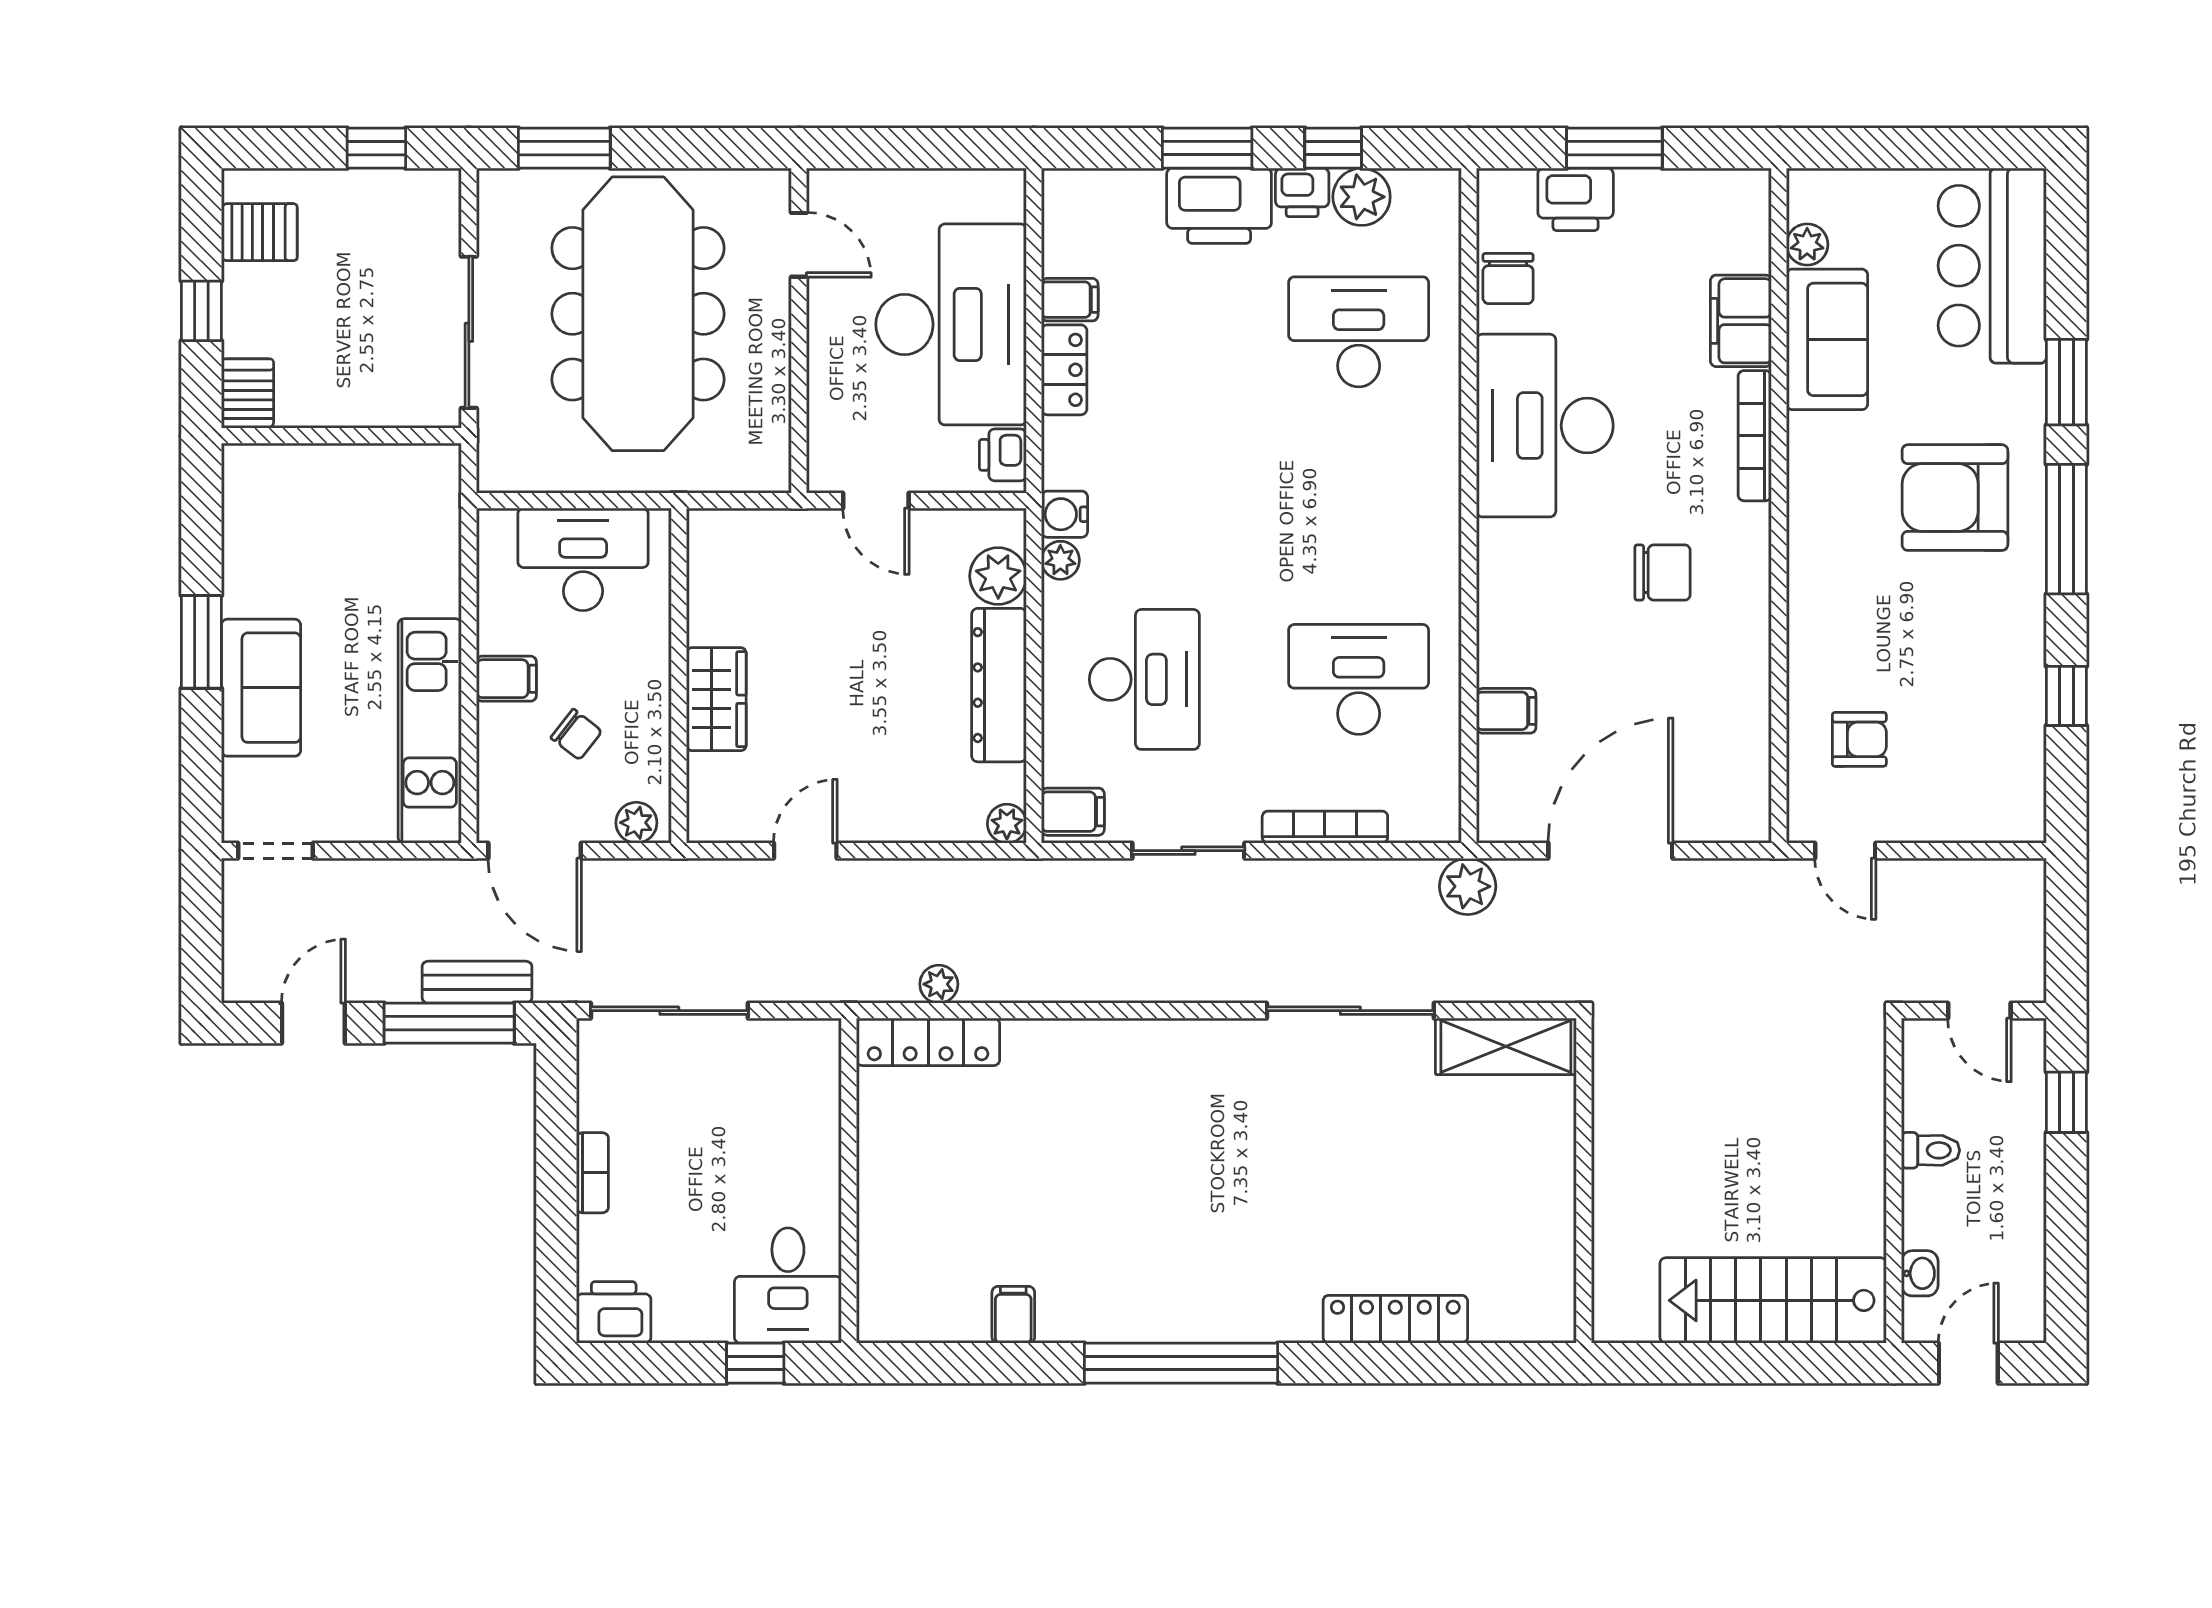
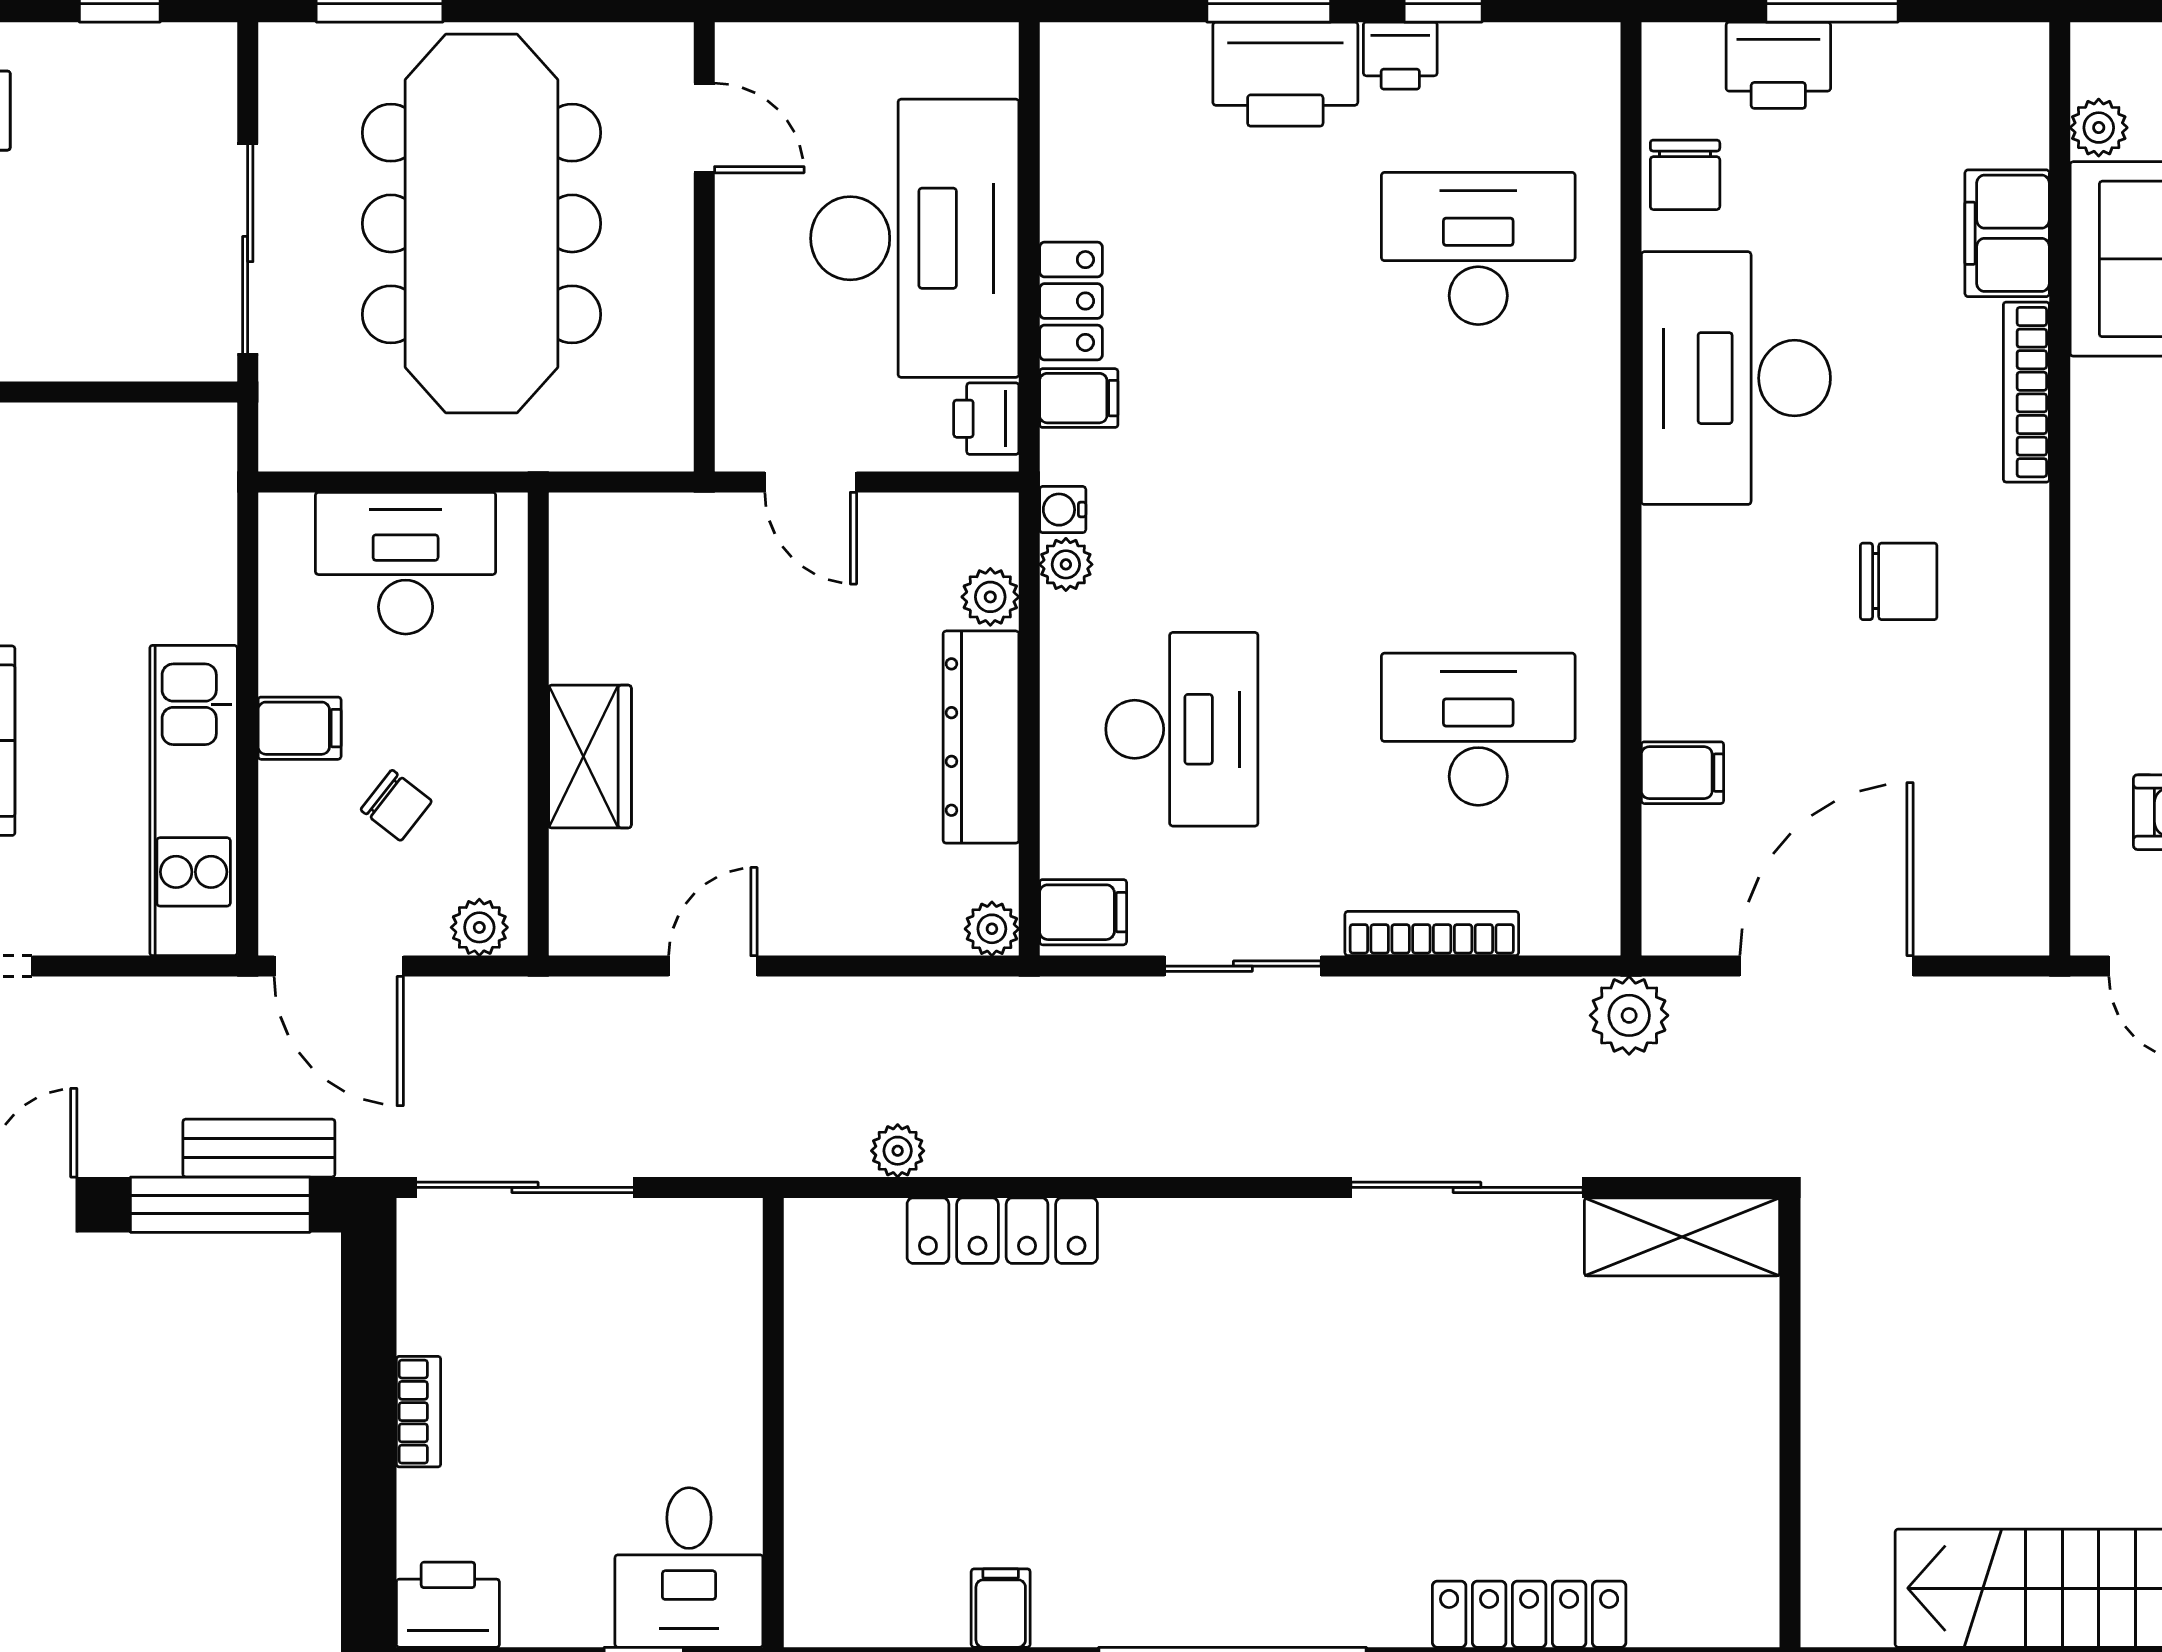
plant: (1362, 197) -> (1482, 62), removed
filing cabinet: (1070, 300) -> (1079, 398), moved
water cooler: (1064, 514) -> (1063, 510), width x0.72, depth x0.72
plant: (998, 576) -> (990, 597), width x0.73, depth x0.73
locker: (928, 1042) -> (1002, 1231), moved

